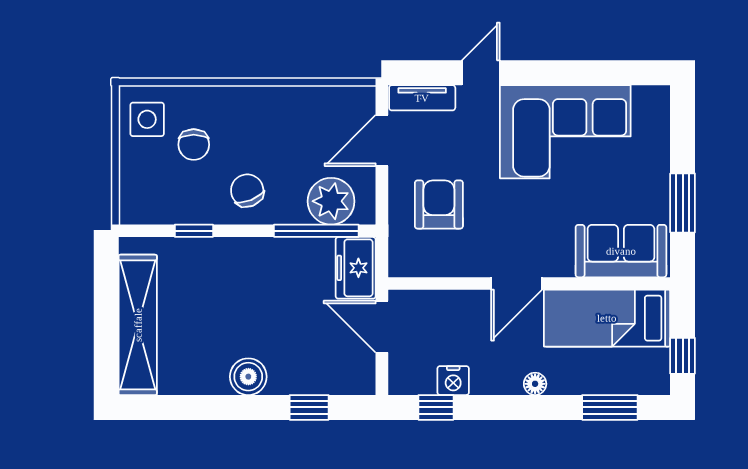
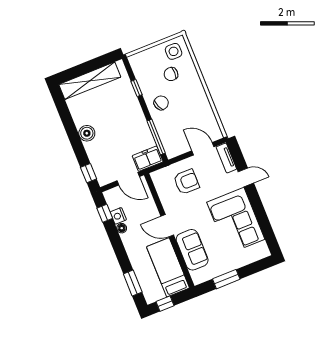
plant: (331, 201) -> (170, 138), removed
sofa: (621, 251) -> (192, 250), moved
door: (382, 327) -> (128, 179), swing flipped
floor lamp: (535, 384) -> (122, 228), moved
window: (309, 407) -> (89, 173), moved

